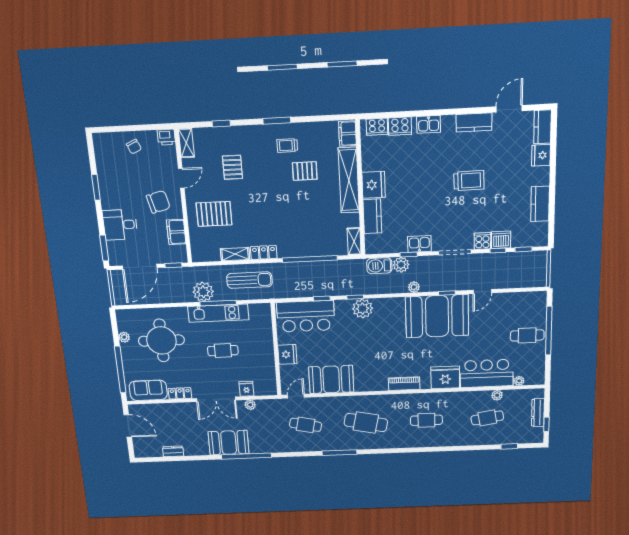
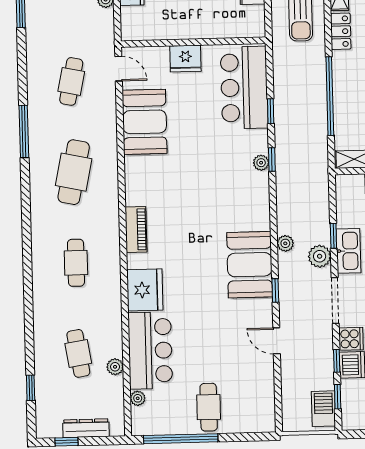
kitchen sink: (419, 244) -> (349, 251), width x1.38
plant: (401, 265) -> (320, 256), moved
barbecue: (379, 266) -> (323, 409), moved
plant: (363, 309) -> (261, 163), width x0.53, depth x0.53
booth: (437, 316) -> (250, 265), width x0.73, depth x0.70
window: (549, 331) -> (181, 439), moved

